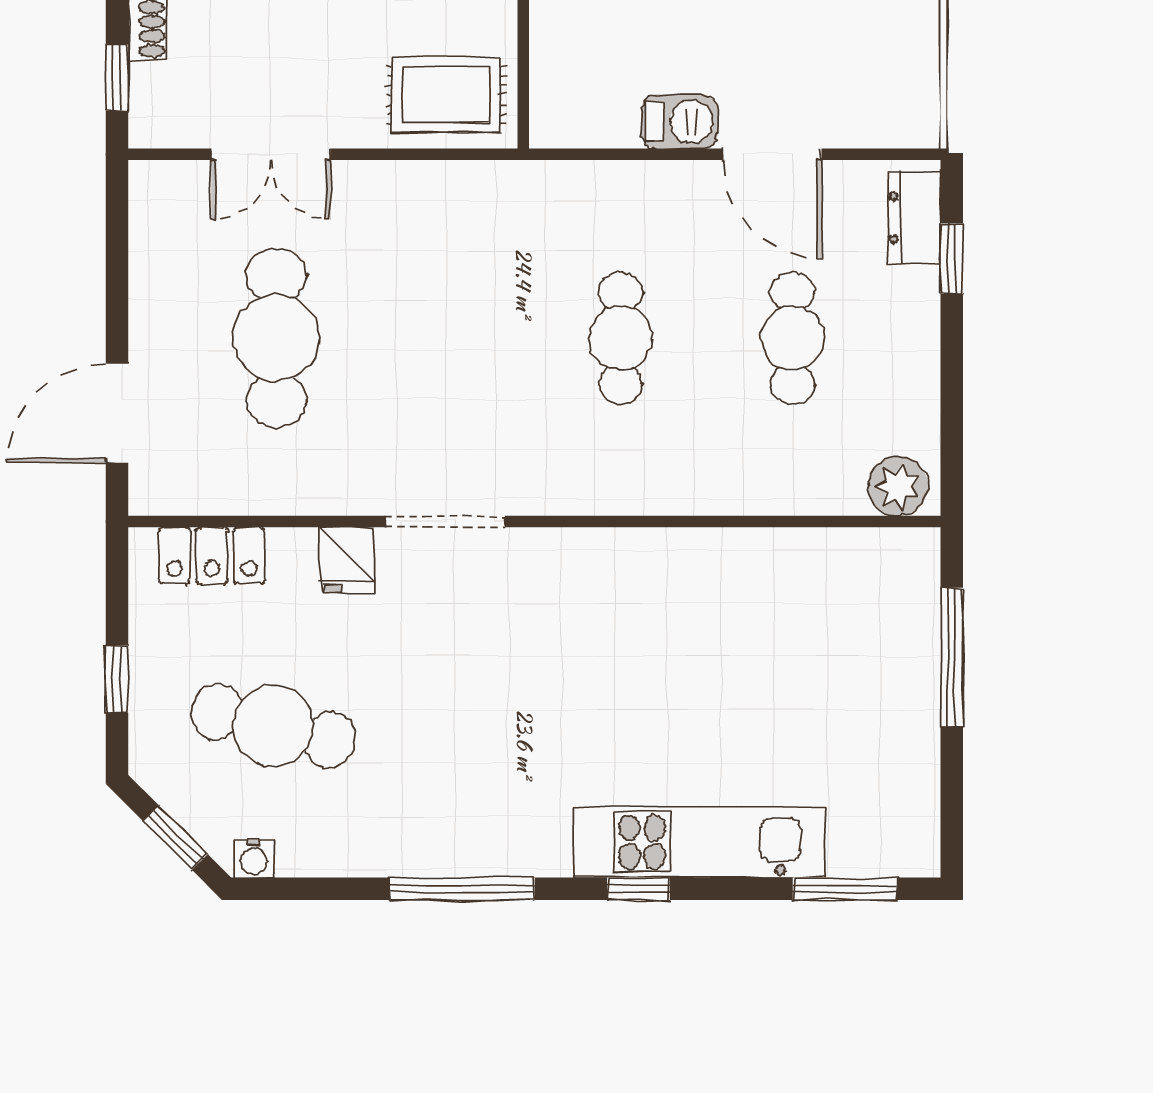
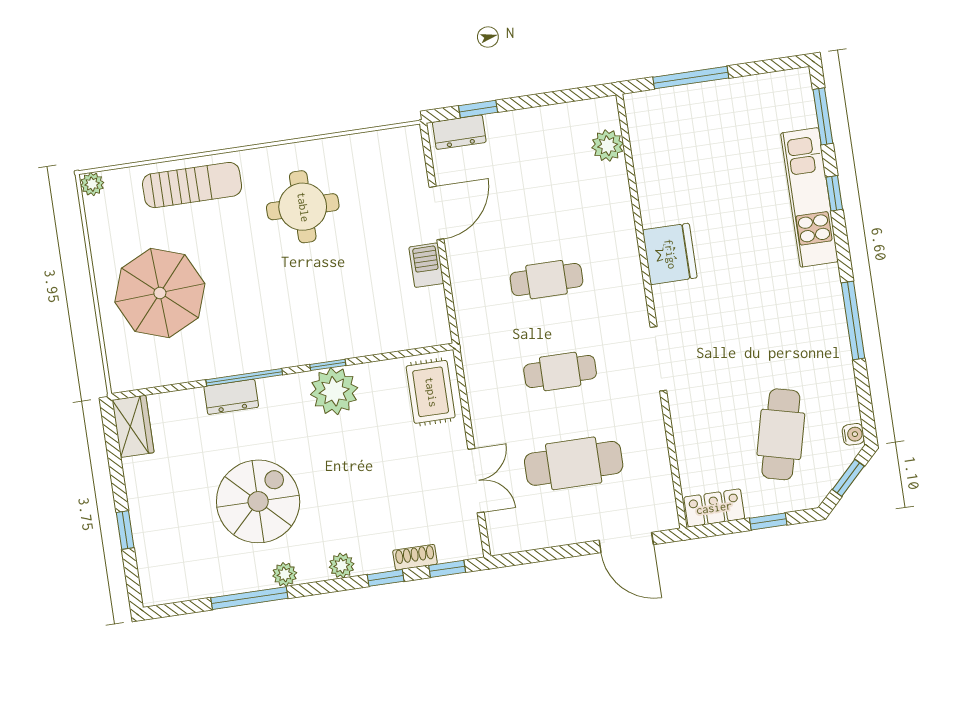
cafe table: (793, 338) -> (560, 371), moved
plant: (898, 486) -> (608, 146), moved
locker: (212, 555) -> (714, 508), moved, turned -90
fridge: (347, 560) -> (670, 254), moved, width x1.88, depth x1.34
window: (639, 889) -> (834, 193), moved

